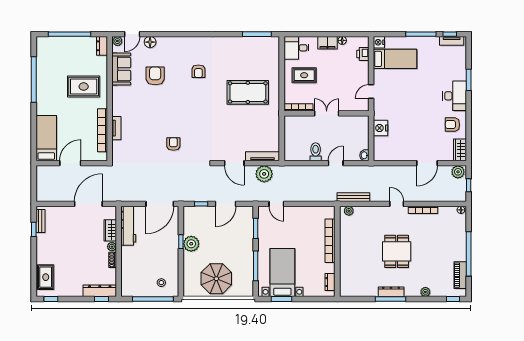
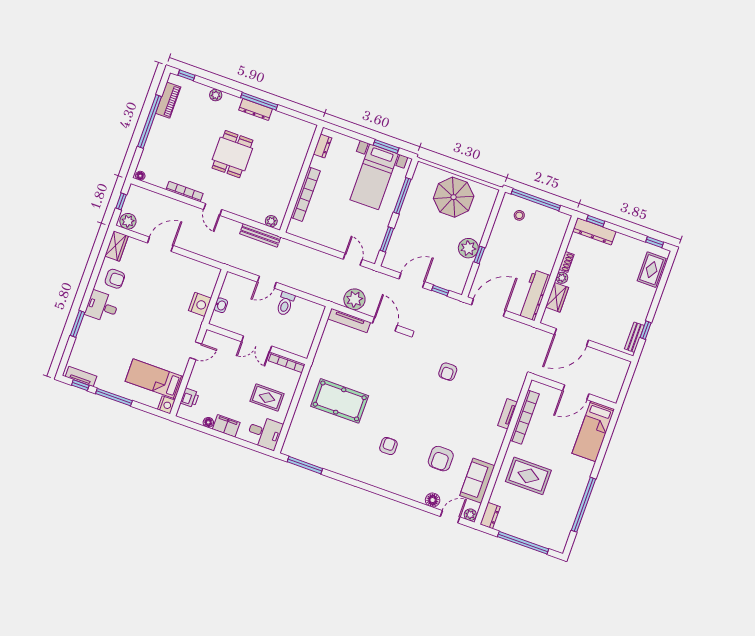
desk: (455, 96) -> (102, 306), width x0.73
washbasin: (364, 155) -> (221, 305), moved

